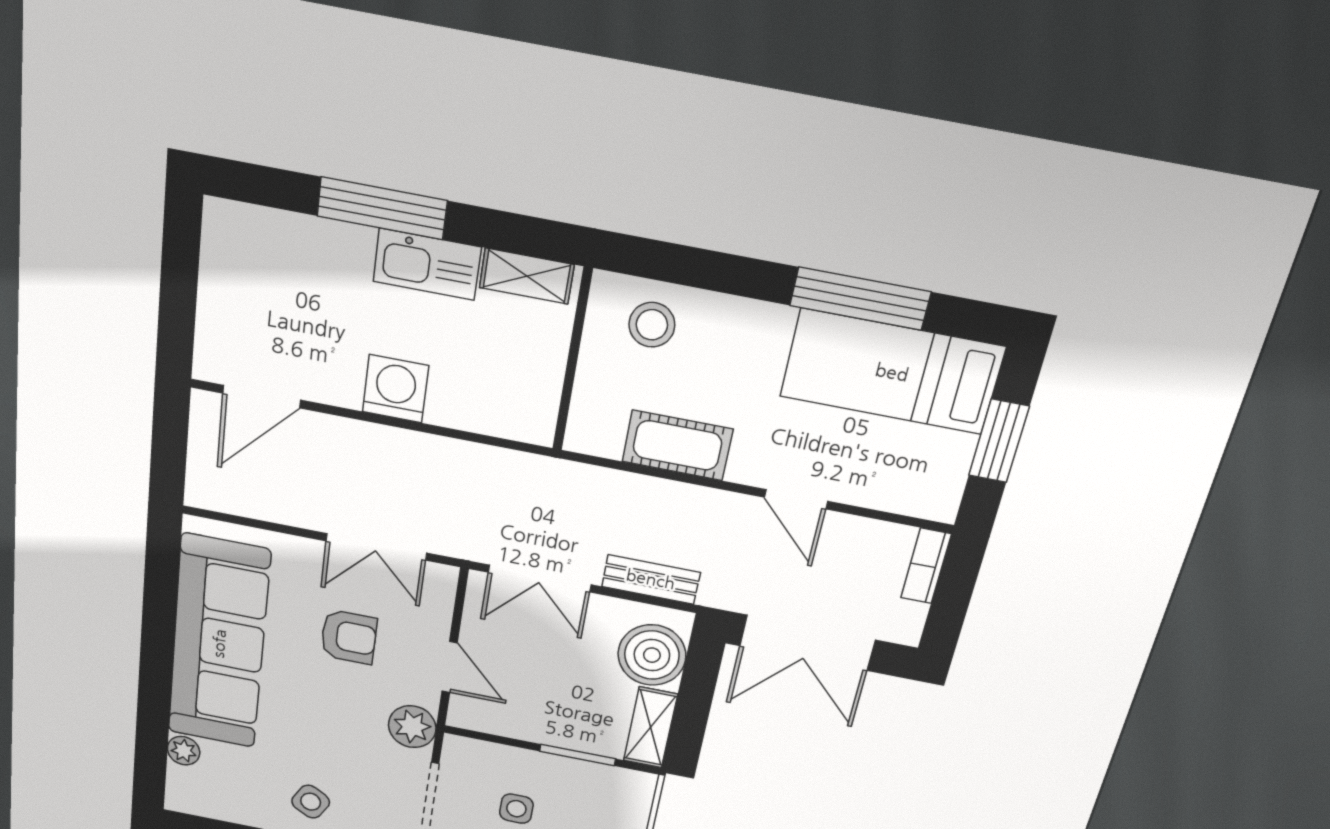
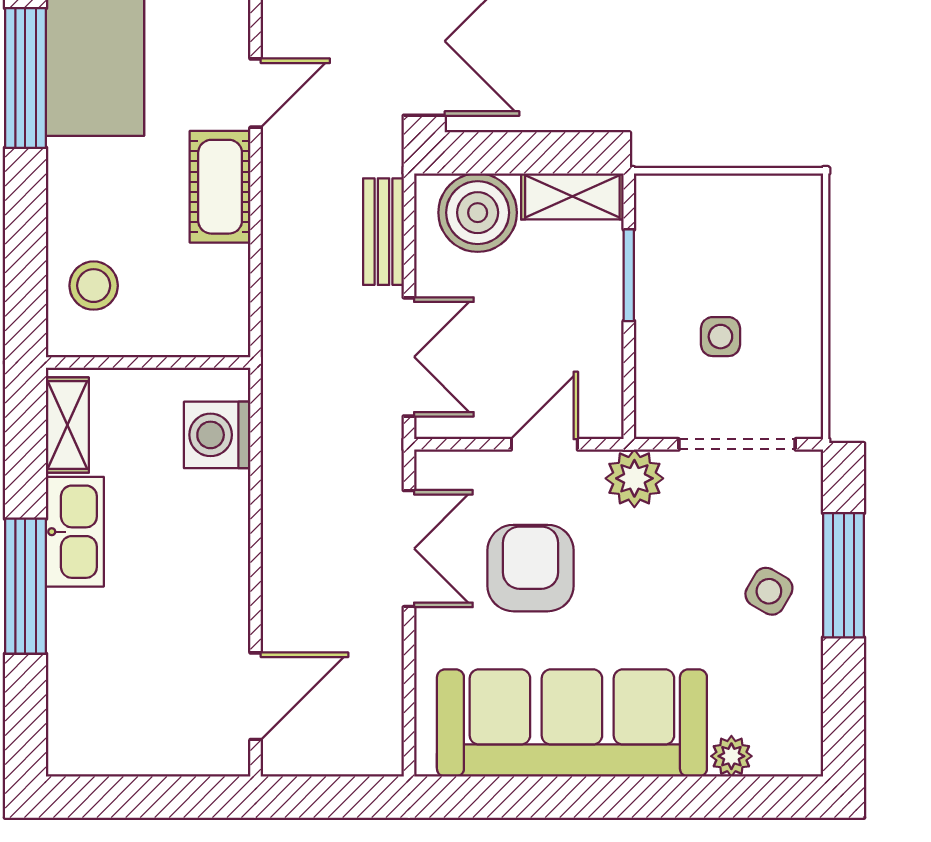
washing machine: (396, 389) -> (217, 435), moved
door: (262, 397) -> (256, 696), hinge flipped
cot: (677, 445) -> (220, 187), moved
armchair: (349, 637) -> (531, 568), width x1.38, depth x1.38

